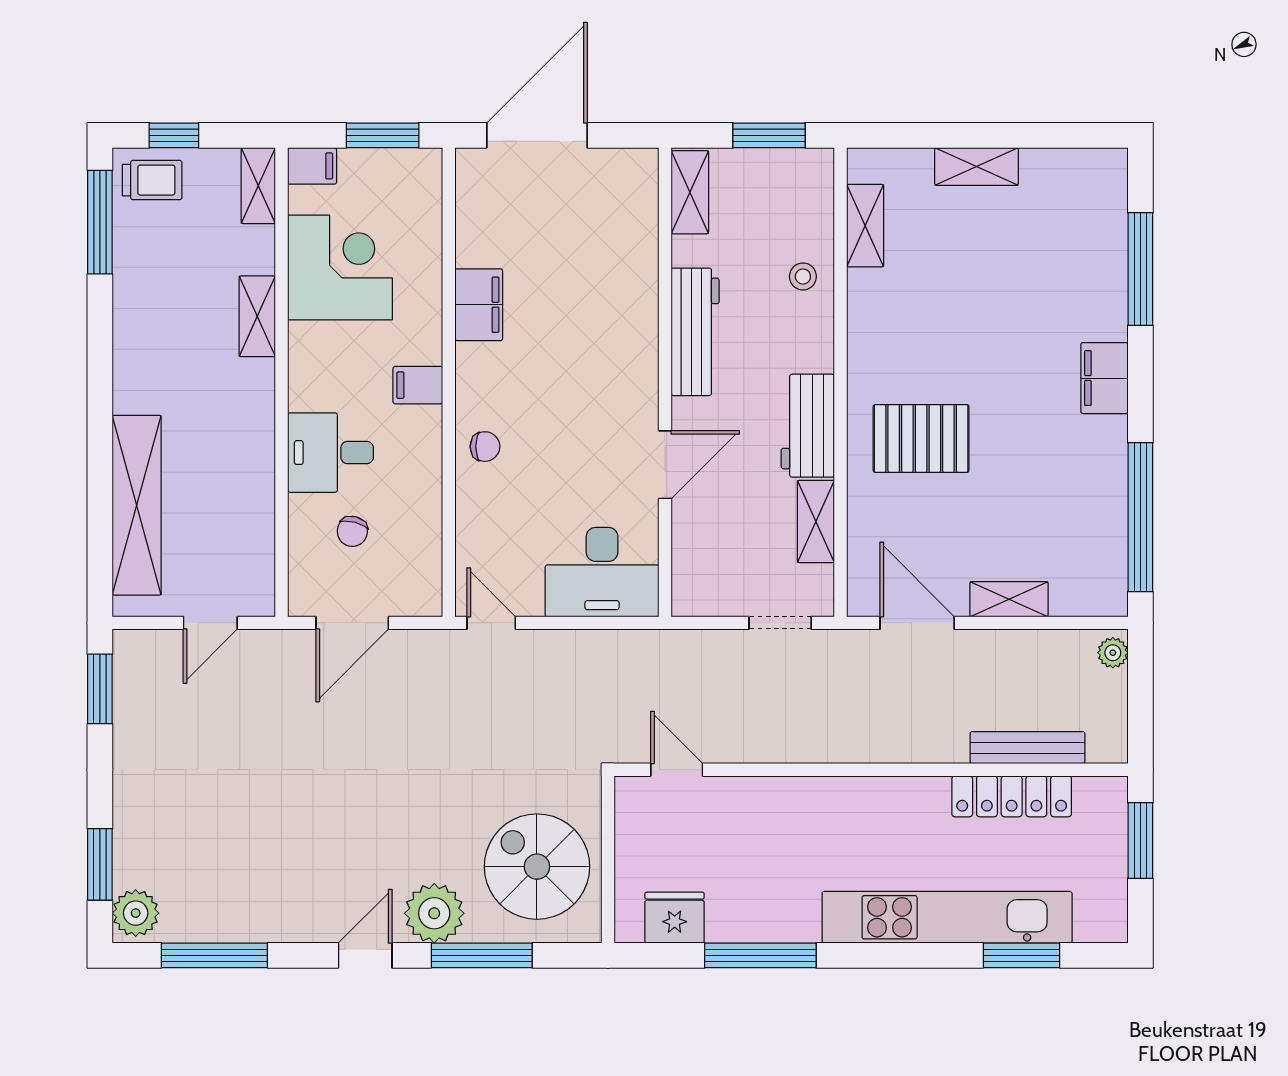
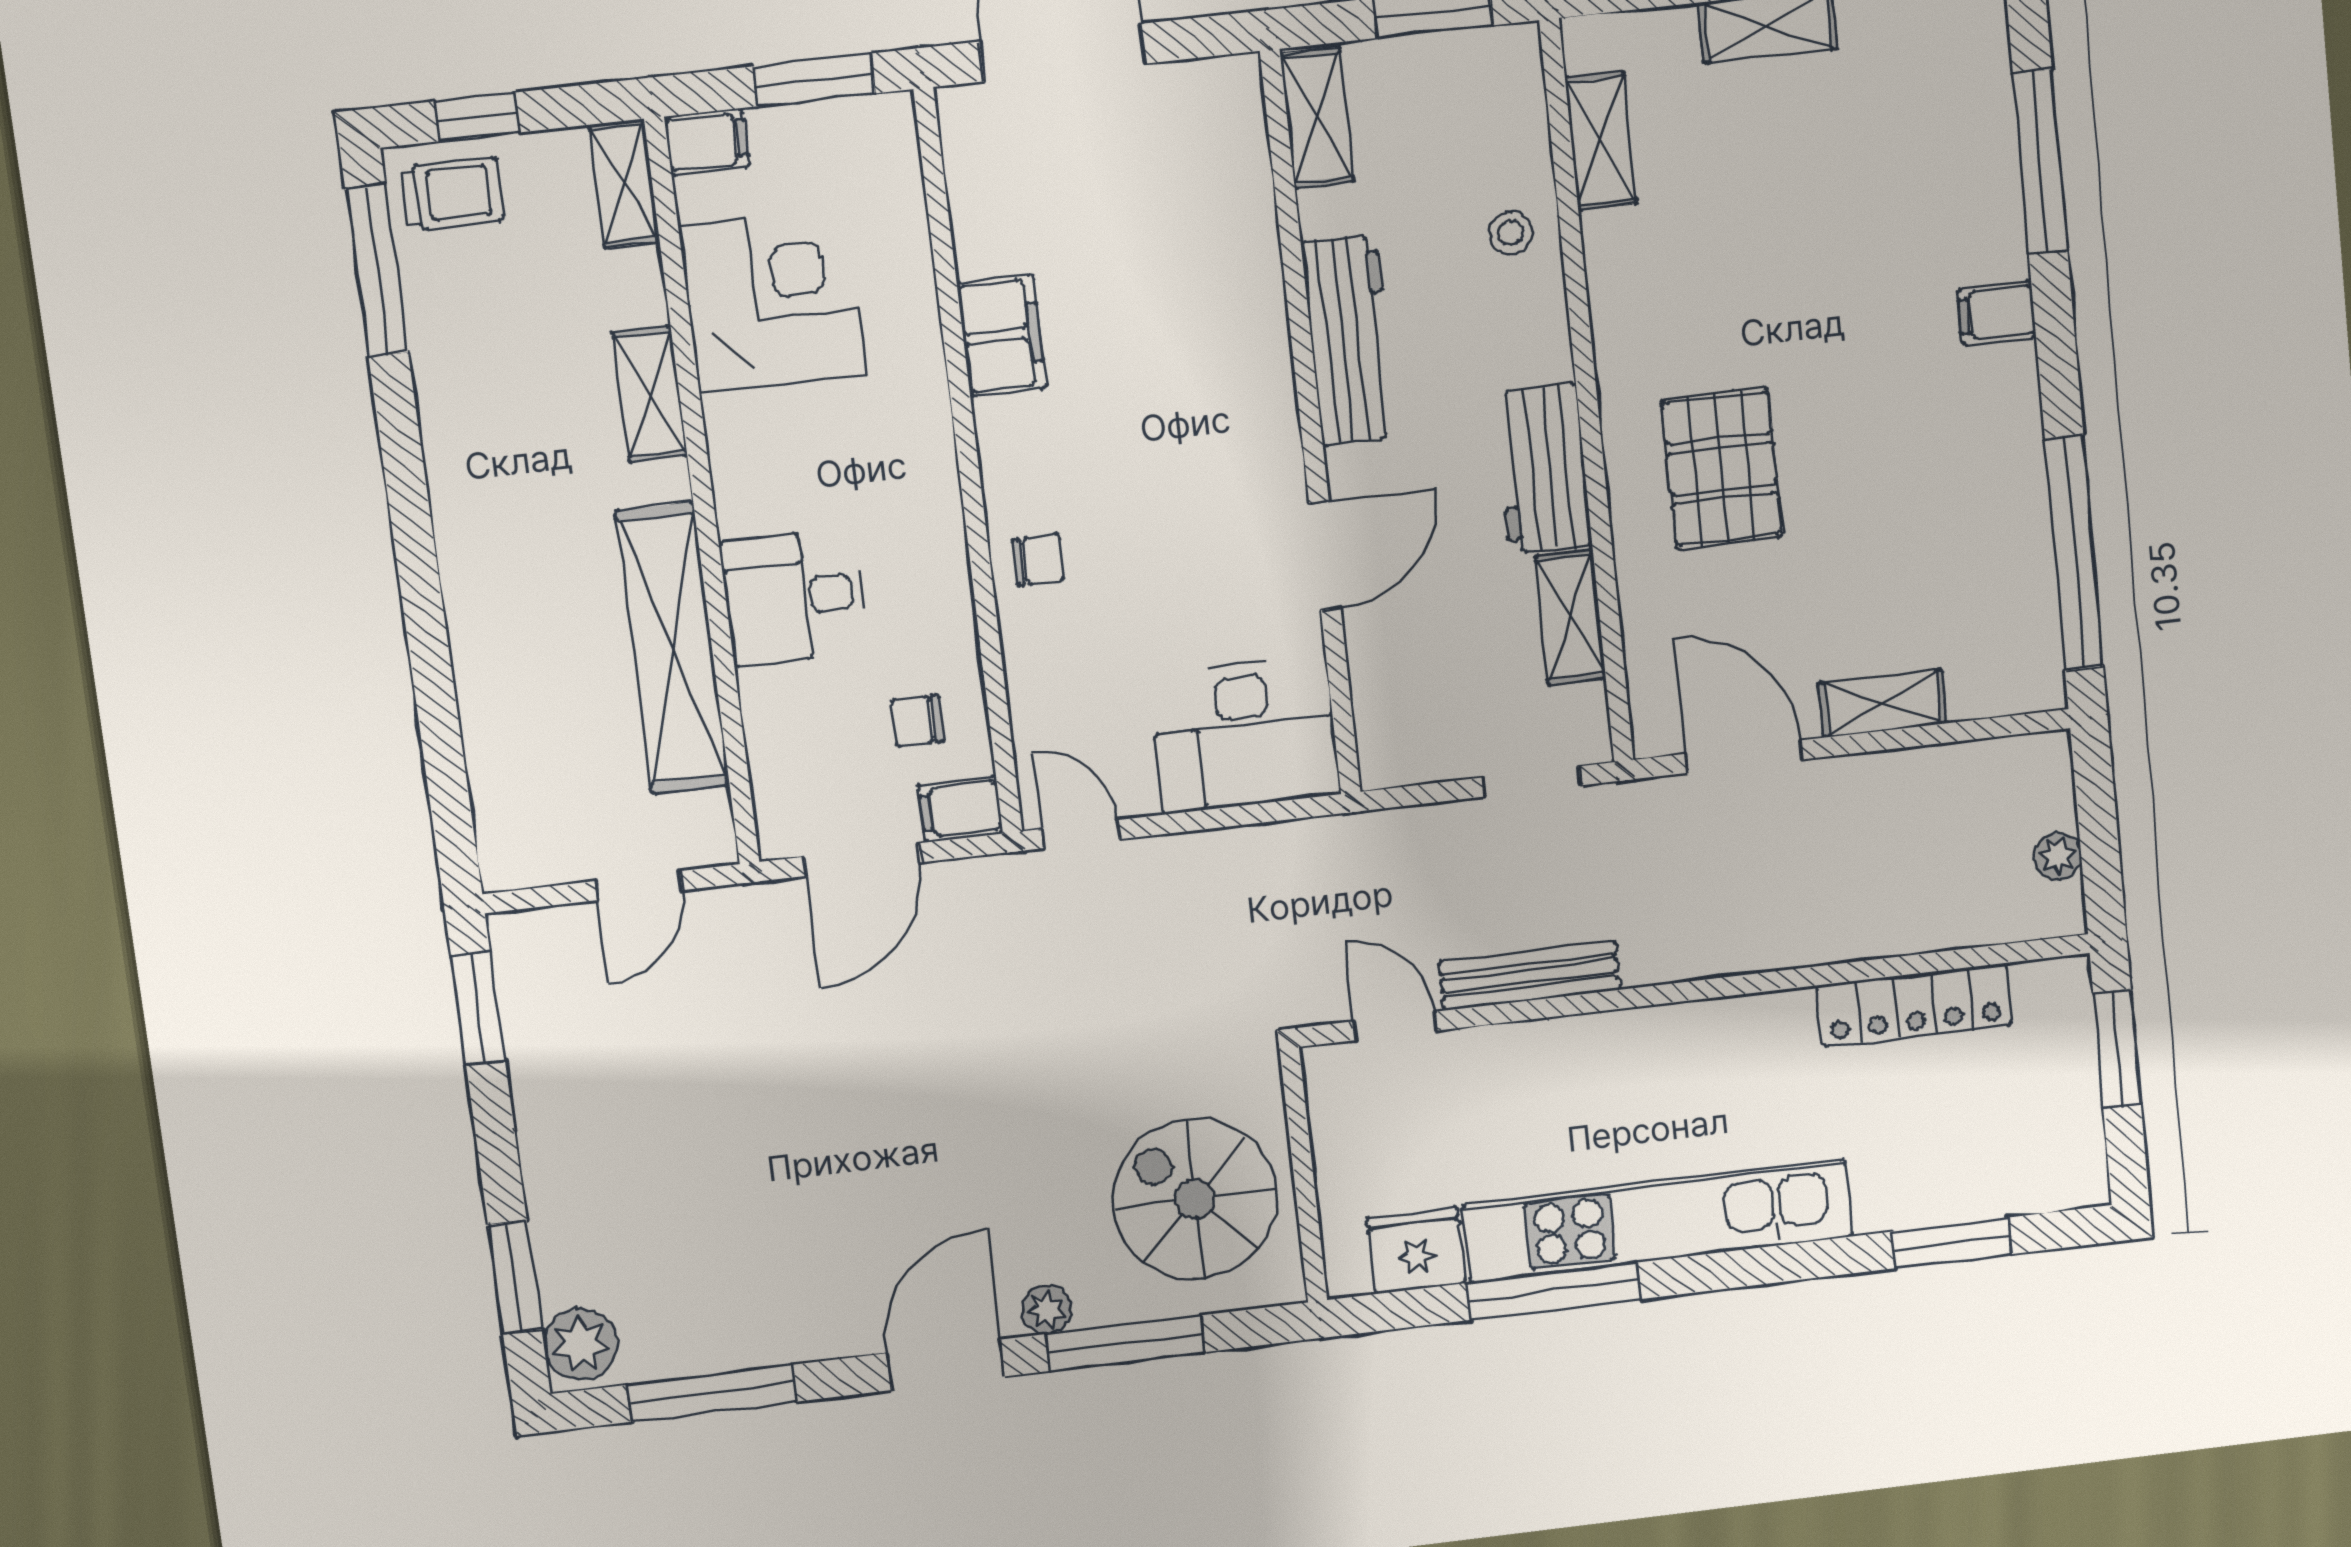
filing cabinet: (1104, 378) -> (1997, 313), width x0.50
filing cabinet: (418, 385) -> (960, 809), moved
pallet: (921, 438) -> (1722, 469), turned 90
shelving: (137, 505) -> (673, 649), moved
chair: (352, 531) -> (918, 721), moved, turned 75
plant: (1113, 653) -> (2058, 856), moved
bench: (1027, 748) -> (1530, 976), moved
plant: (434, 913) -> (1047, 1310), width x0.53, depth x0.53
kitchen unit: (947, 917) -> (1658, 1221), moved
door: (365, 955) -> (945, 1365), width x1.38

